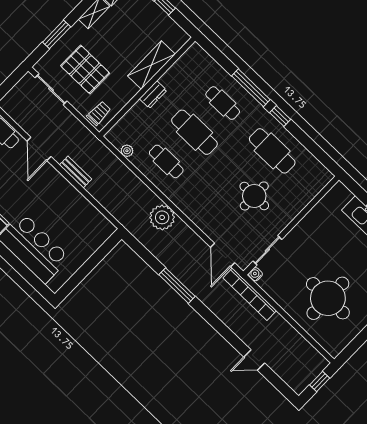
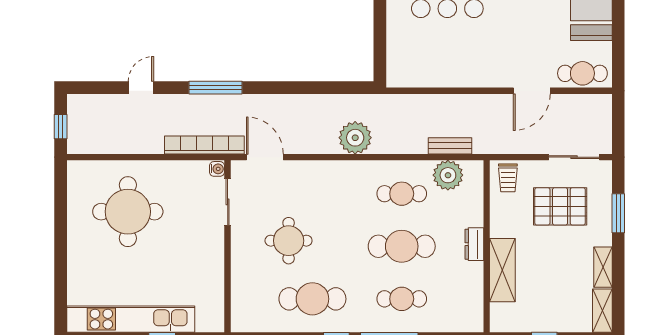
door: (39, 149) -> (532, 91), swing flipped
plant: (127, 151) -> (448, 175), width x1.88, depth x1.88
bench: (76, 172) -> (450, 146), moved
window: (177, 286) -> (216, 88), moved

